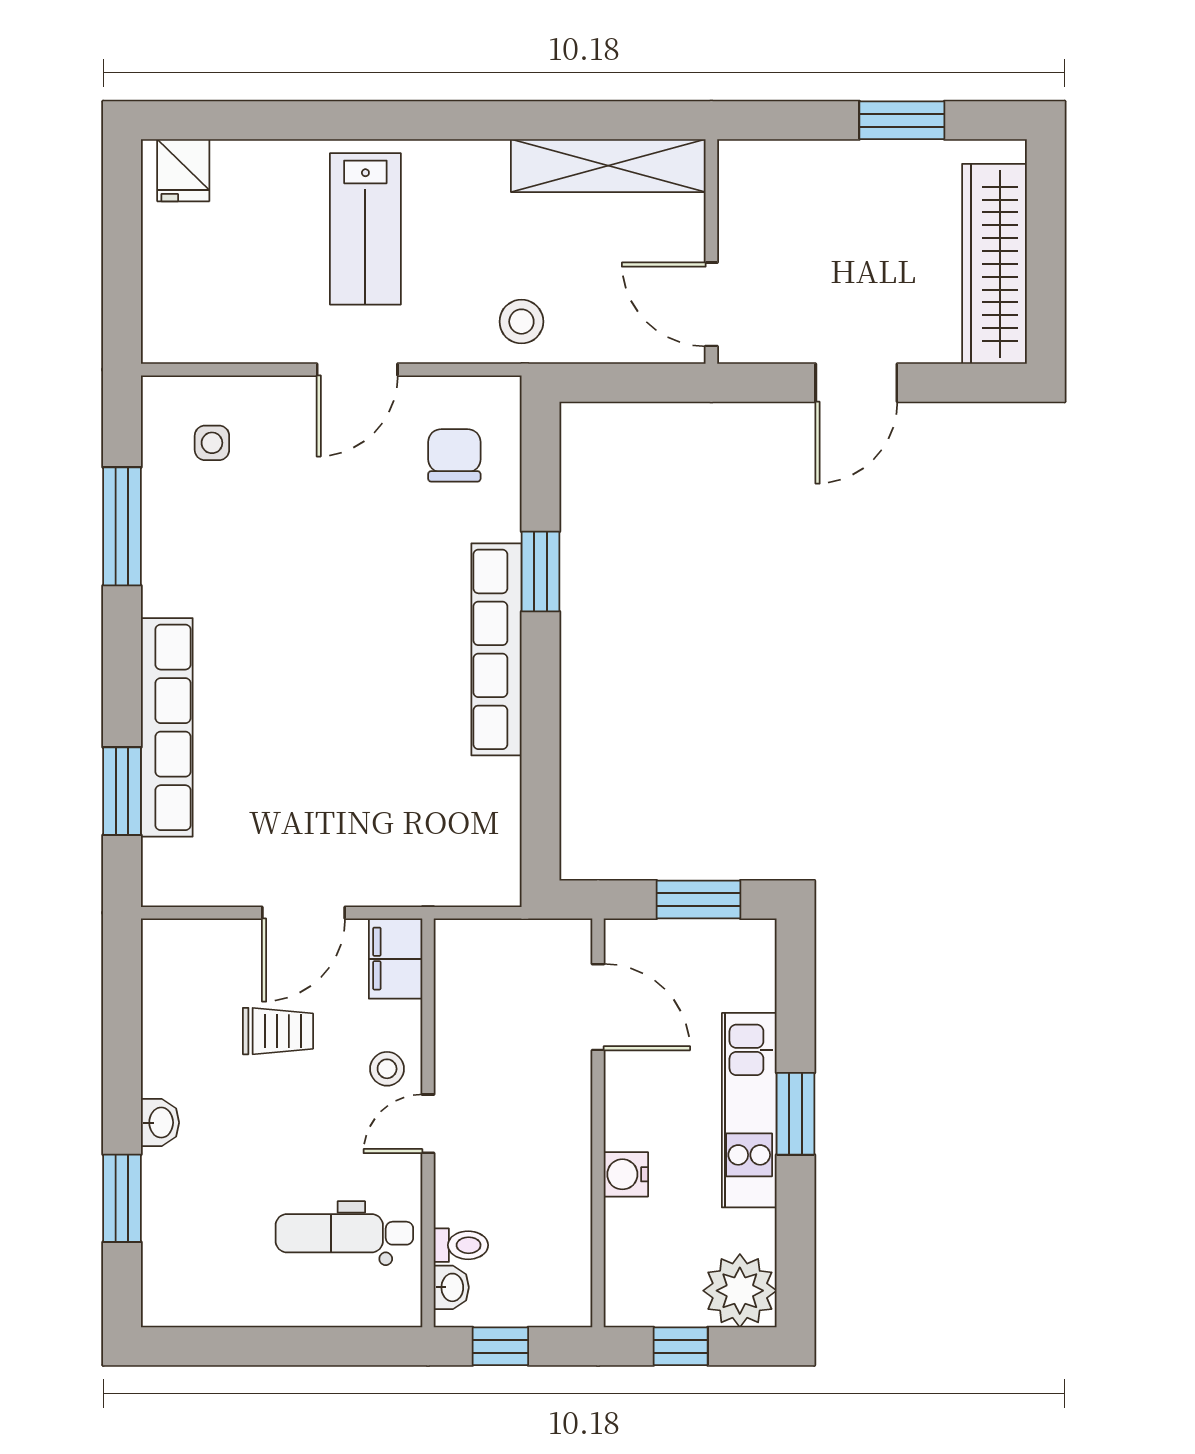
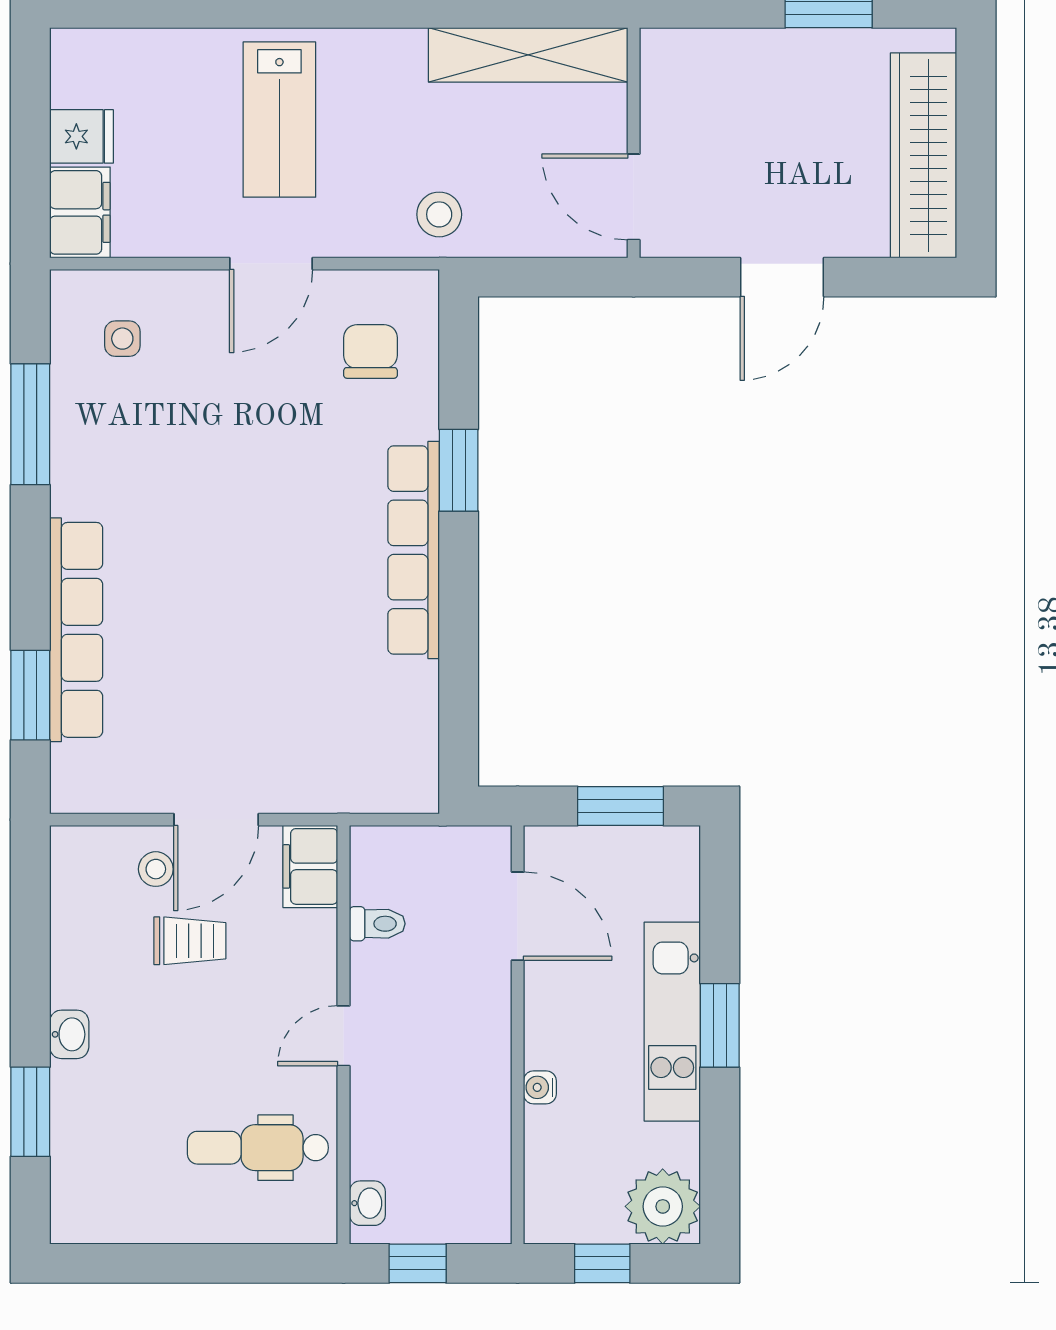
fridge: (183, 170) -> (81, 136), moved, turned -90
filing cabinet: (170, 320) -> (80, 212), added
stool: (387, 1069) -> (156, 869), moved
water cooler: (626, 1174) -> (540, 1087), width x0.72, depth x0.72
toilet: (461, 1245) -> (377, 924), moved

